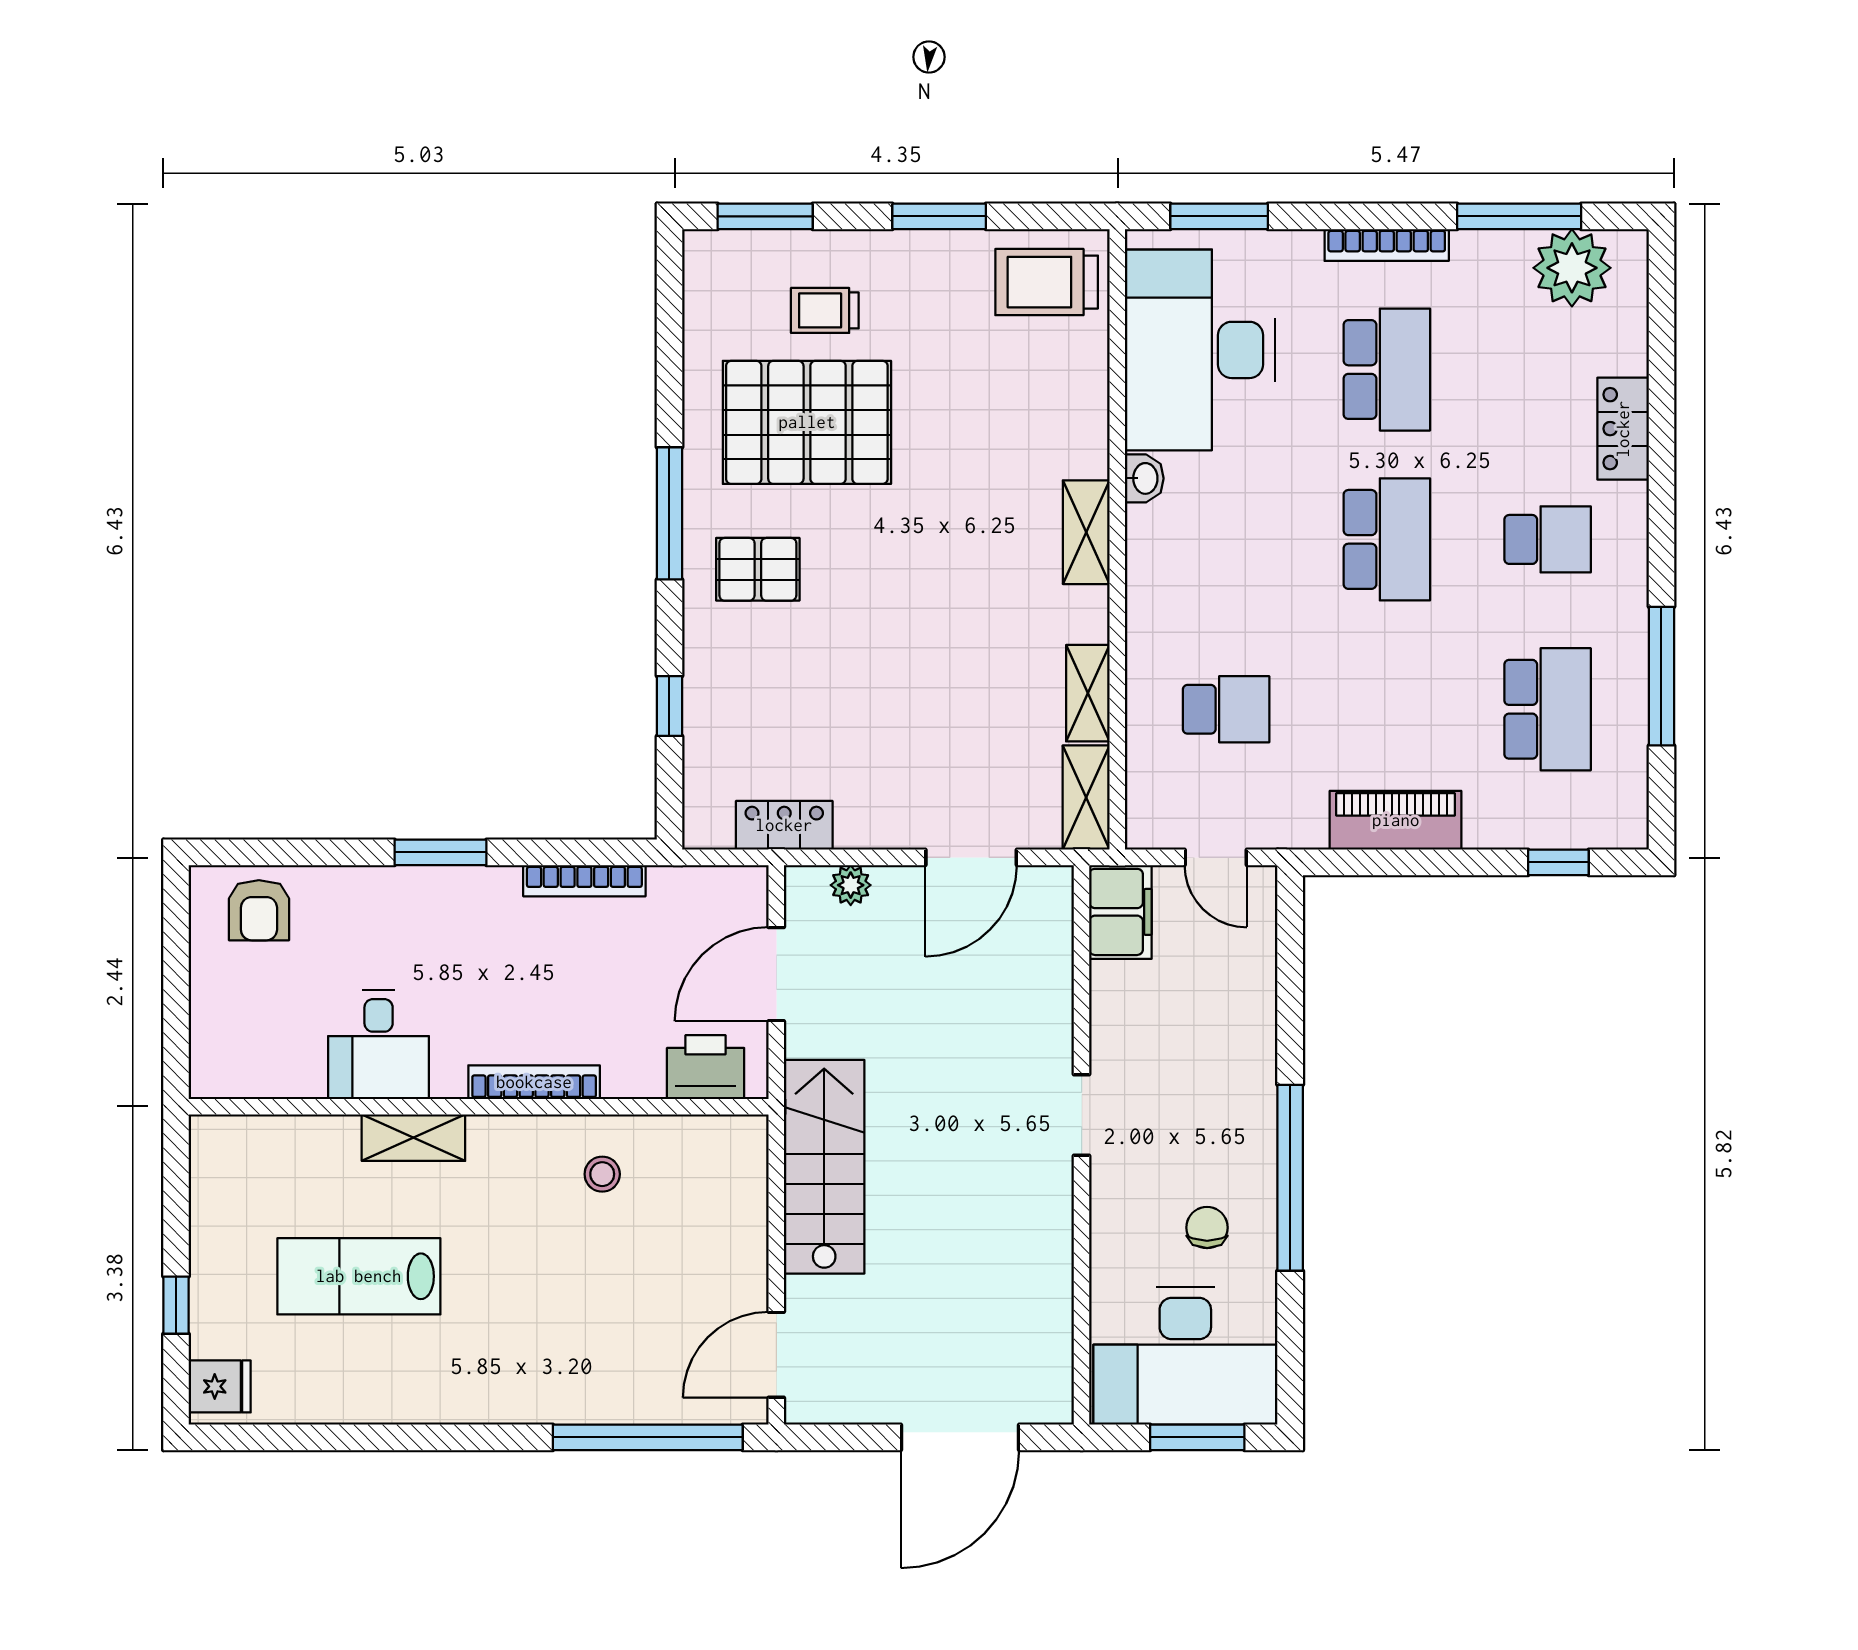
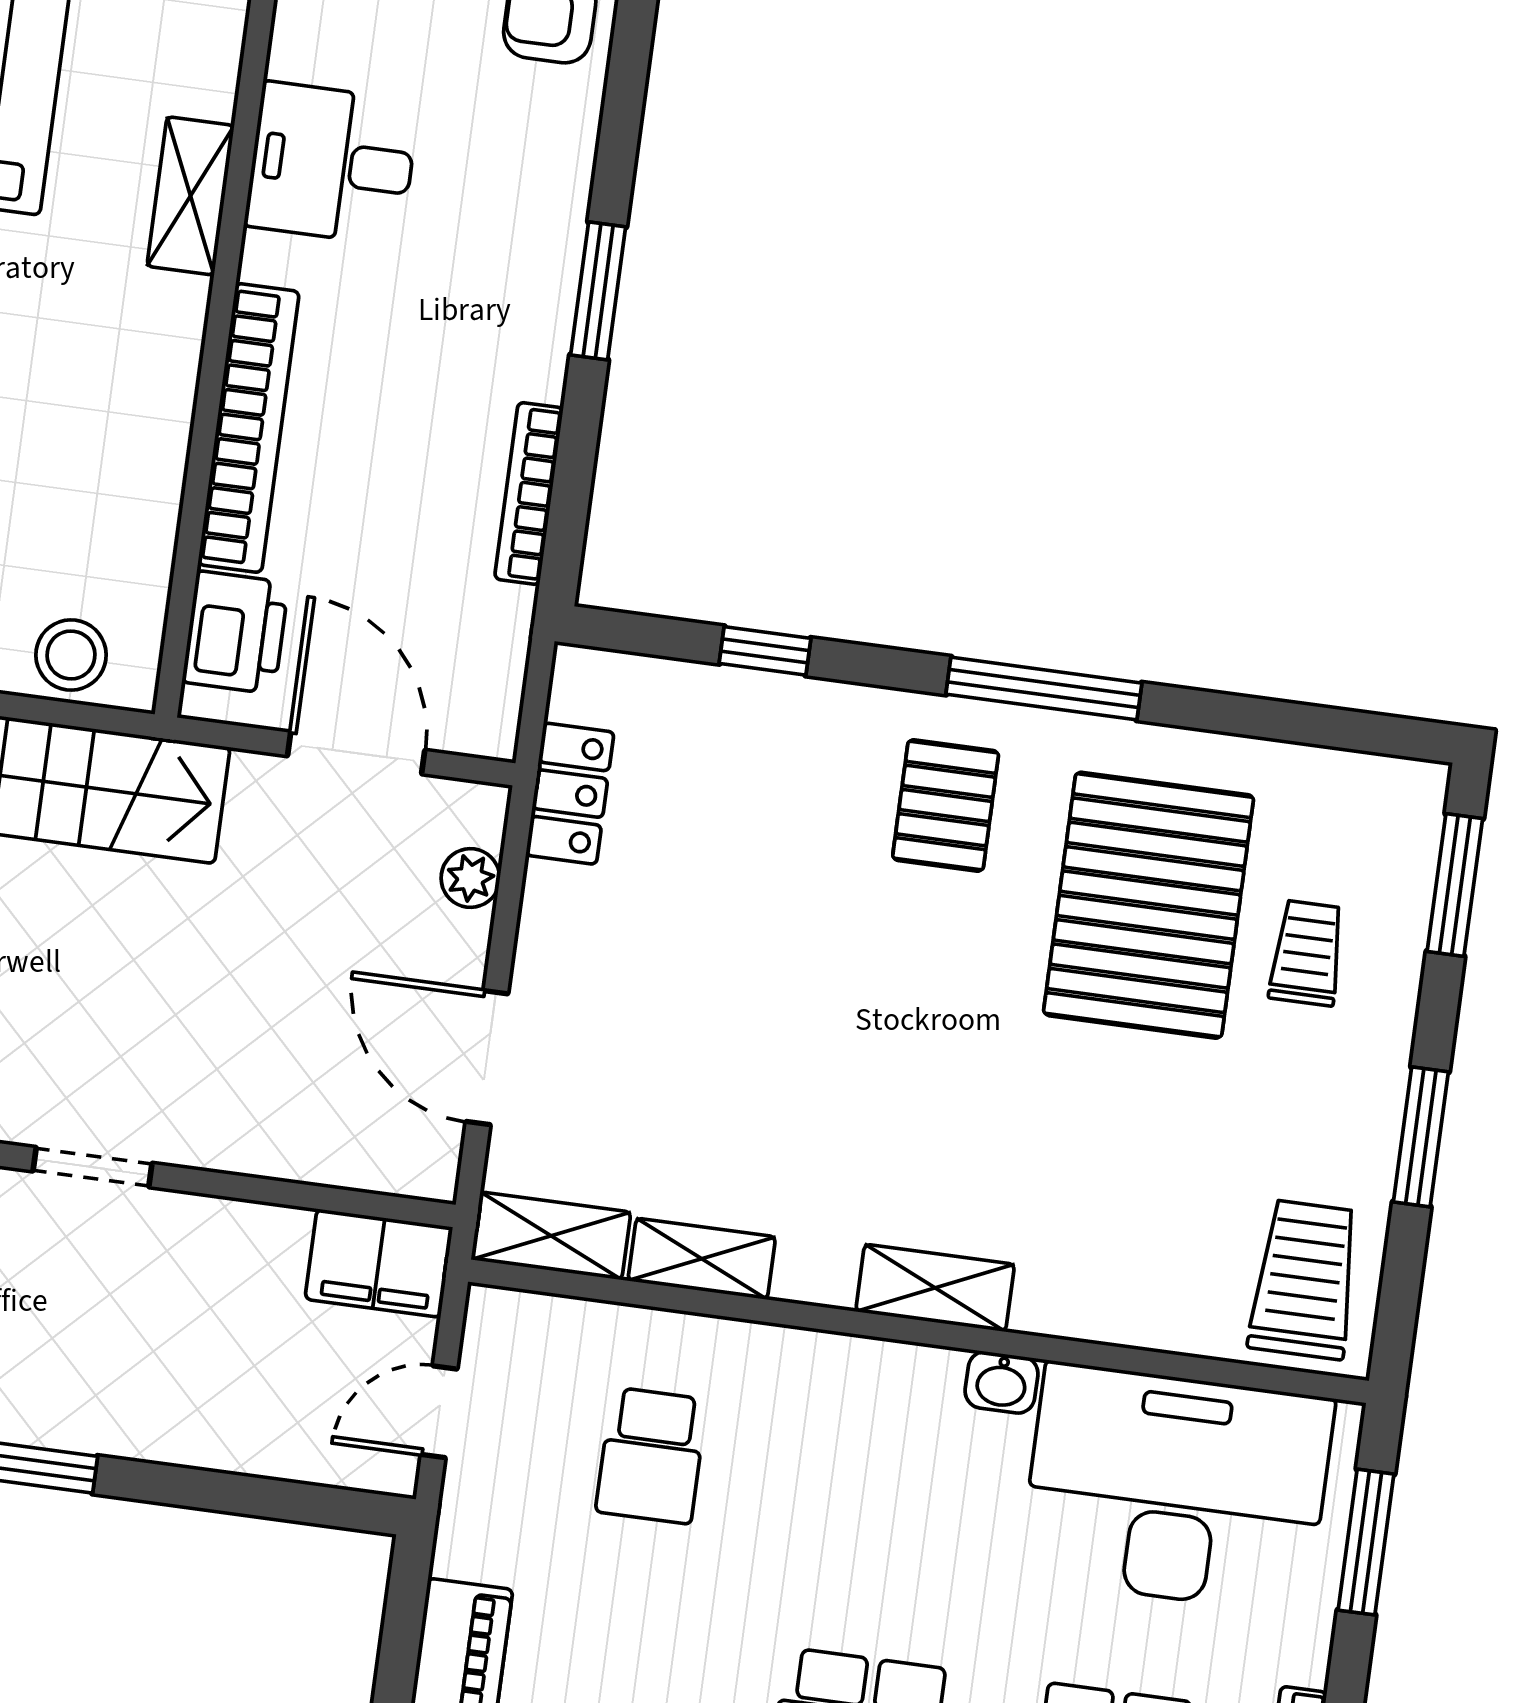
bookcase: (534, 1082) -> (249, 428), width x1.48, depth x1.31
stool: (602, 1174) -> (71, 655), moved, width x1.37, depth x1.37

